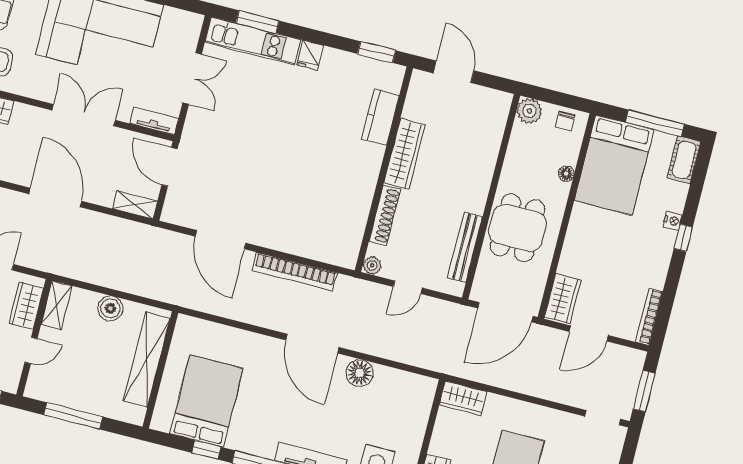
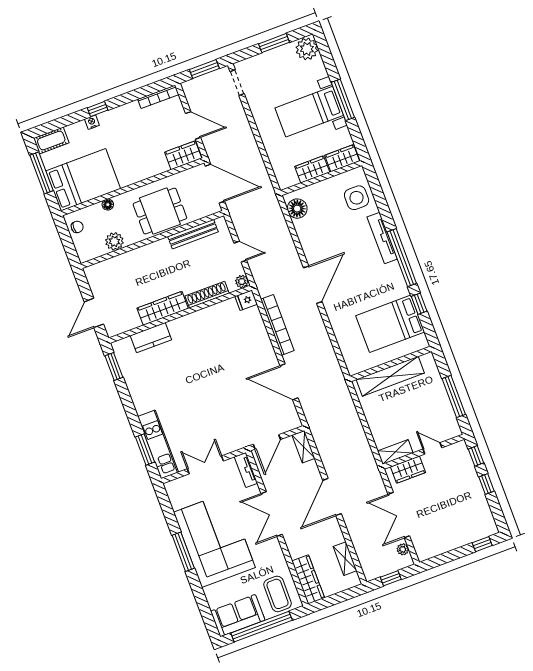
fridge: (310, 55) -> (246, 300), moved, turned 180
plant: (529, 111) -> (114, 241), moved
door: (221, 240) -> (289, 382), swing flipped
boiler: (110, 308) -> (375, 419), removed
floor lamp: (360, 373) -> (297, 209), moved
wardrobe: (463, 398) -> (312, 169), moved, turned -90

